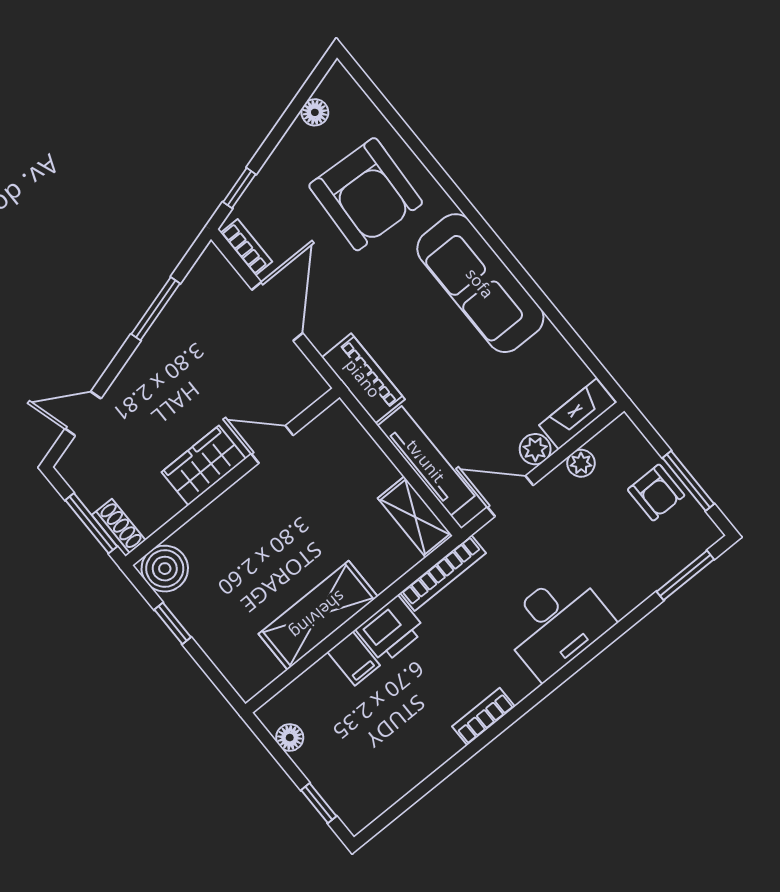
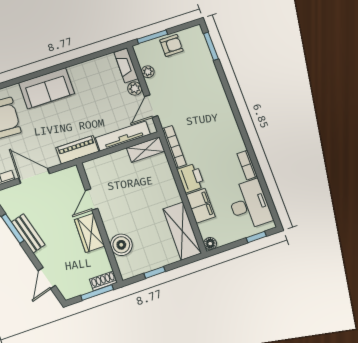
sofa: (480, 283) -> (47, 88), width x0.73
bench: (157, 343) -> (28, 233), added
window: (688, 481) -> (152, 37), moved
boiler: (165, 569) -> (121, 245), moved
shelving: (318, 615) -> (182, 231), moved
desk: (556, 624) -> (249, 205), moved
filing cabinet: (354, 659) -> (201, 206), width x2.00
bookcase: (483, 717) -> (247, 165), moved
floor lamp: (290, 738) -> (210, 244), moved

